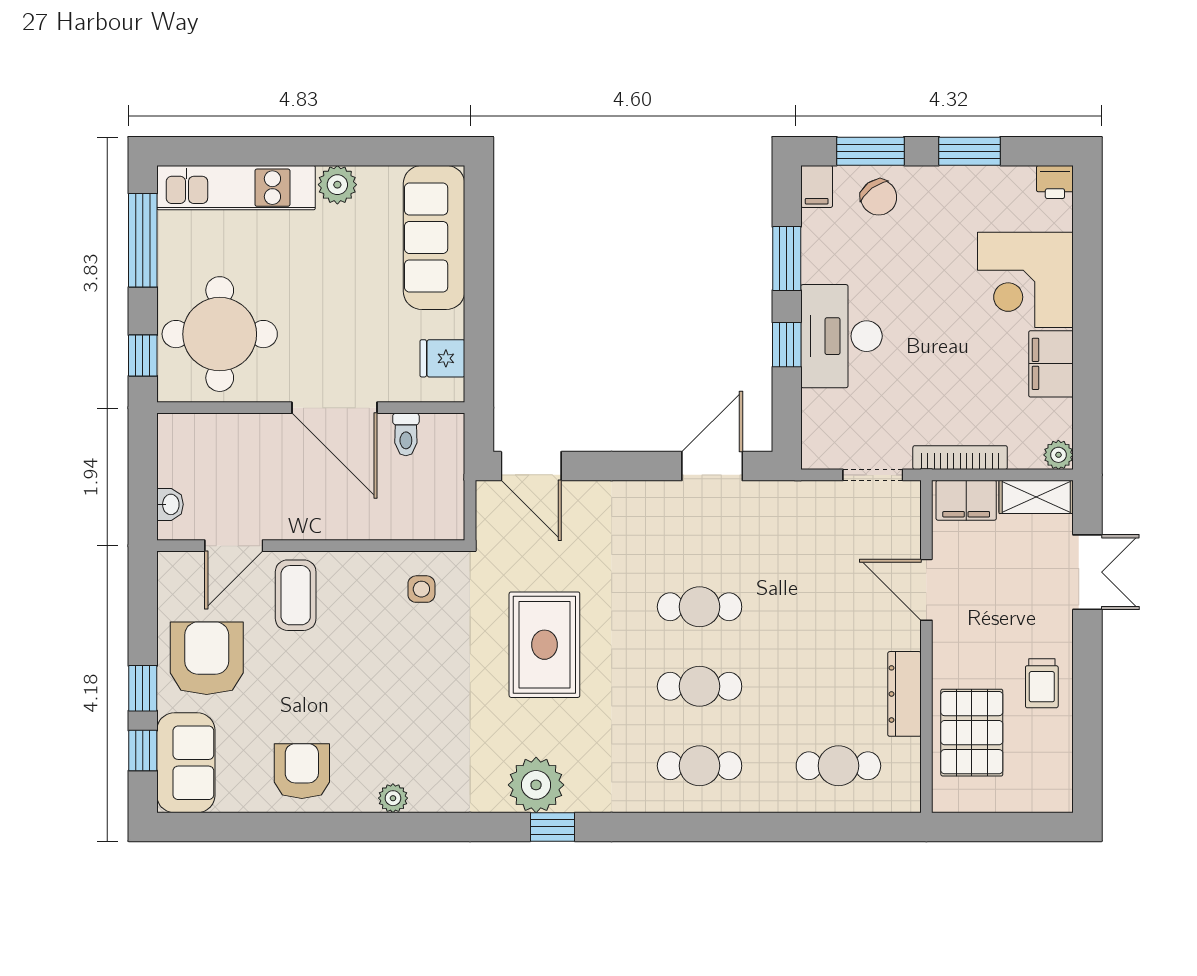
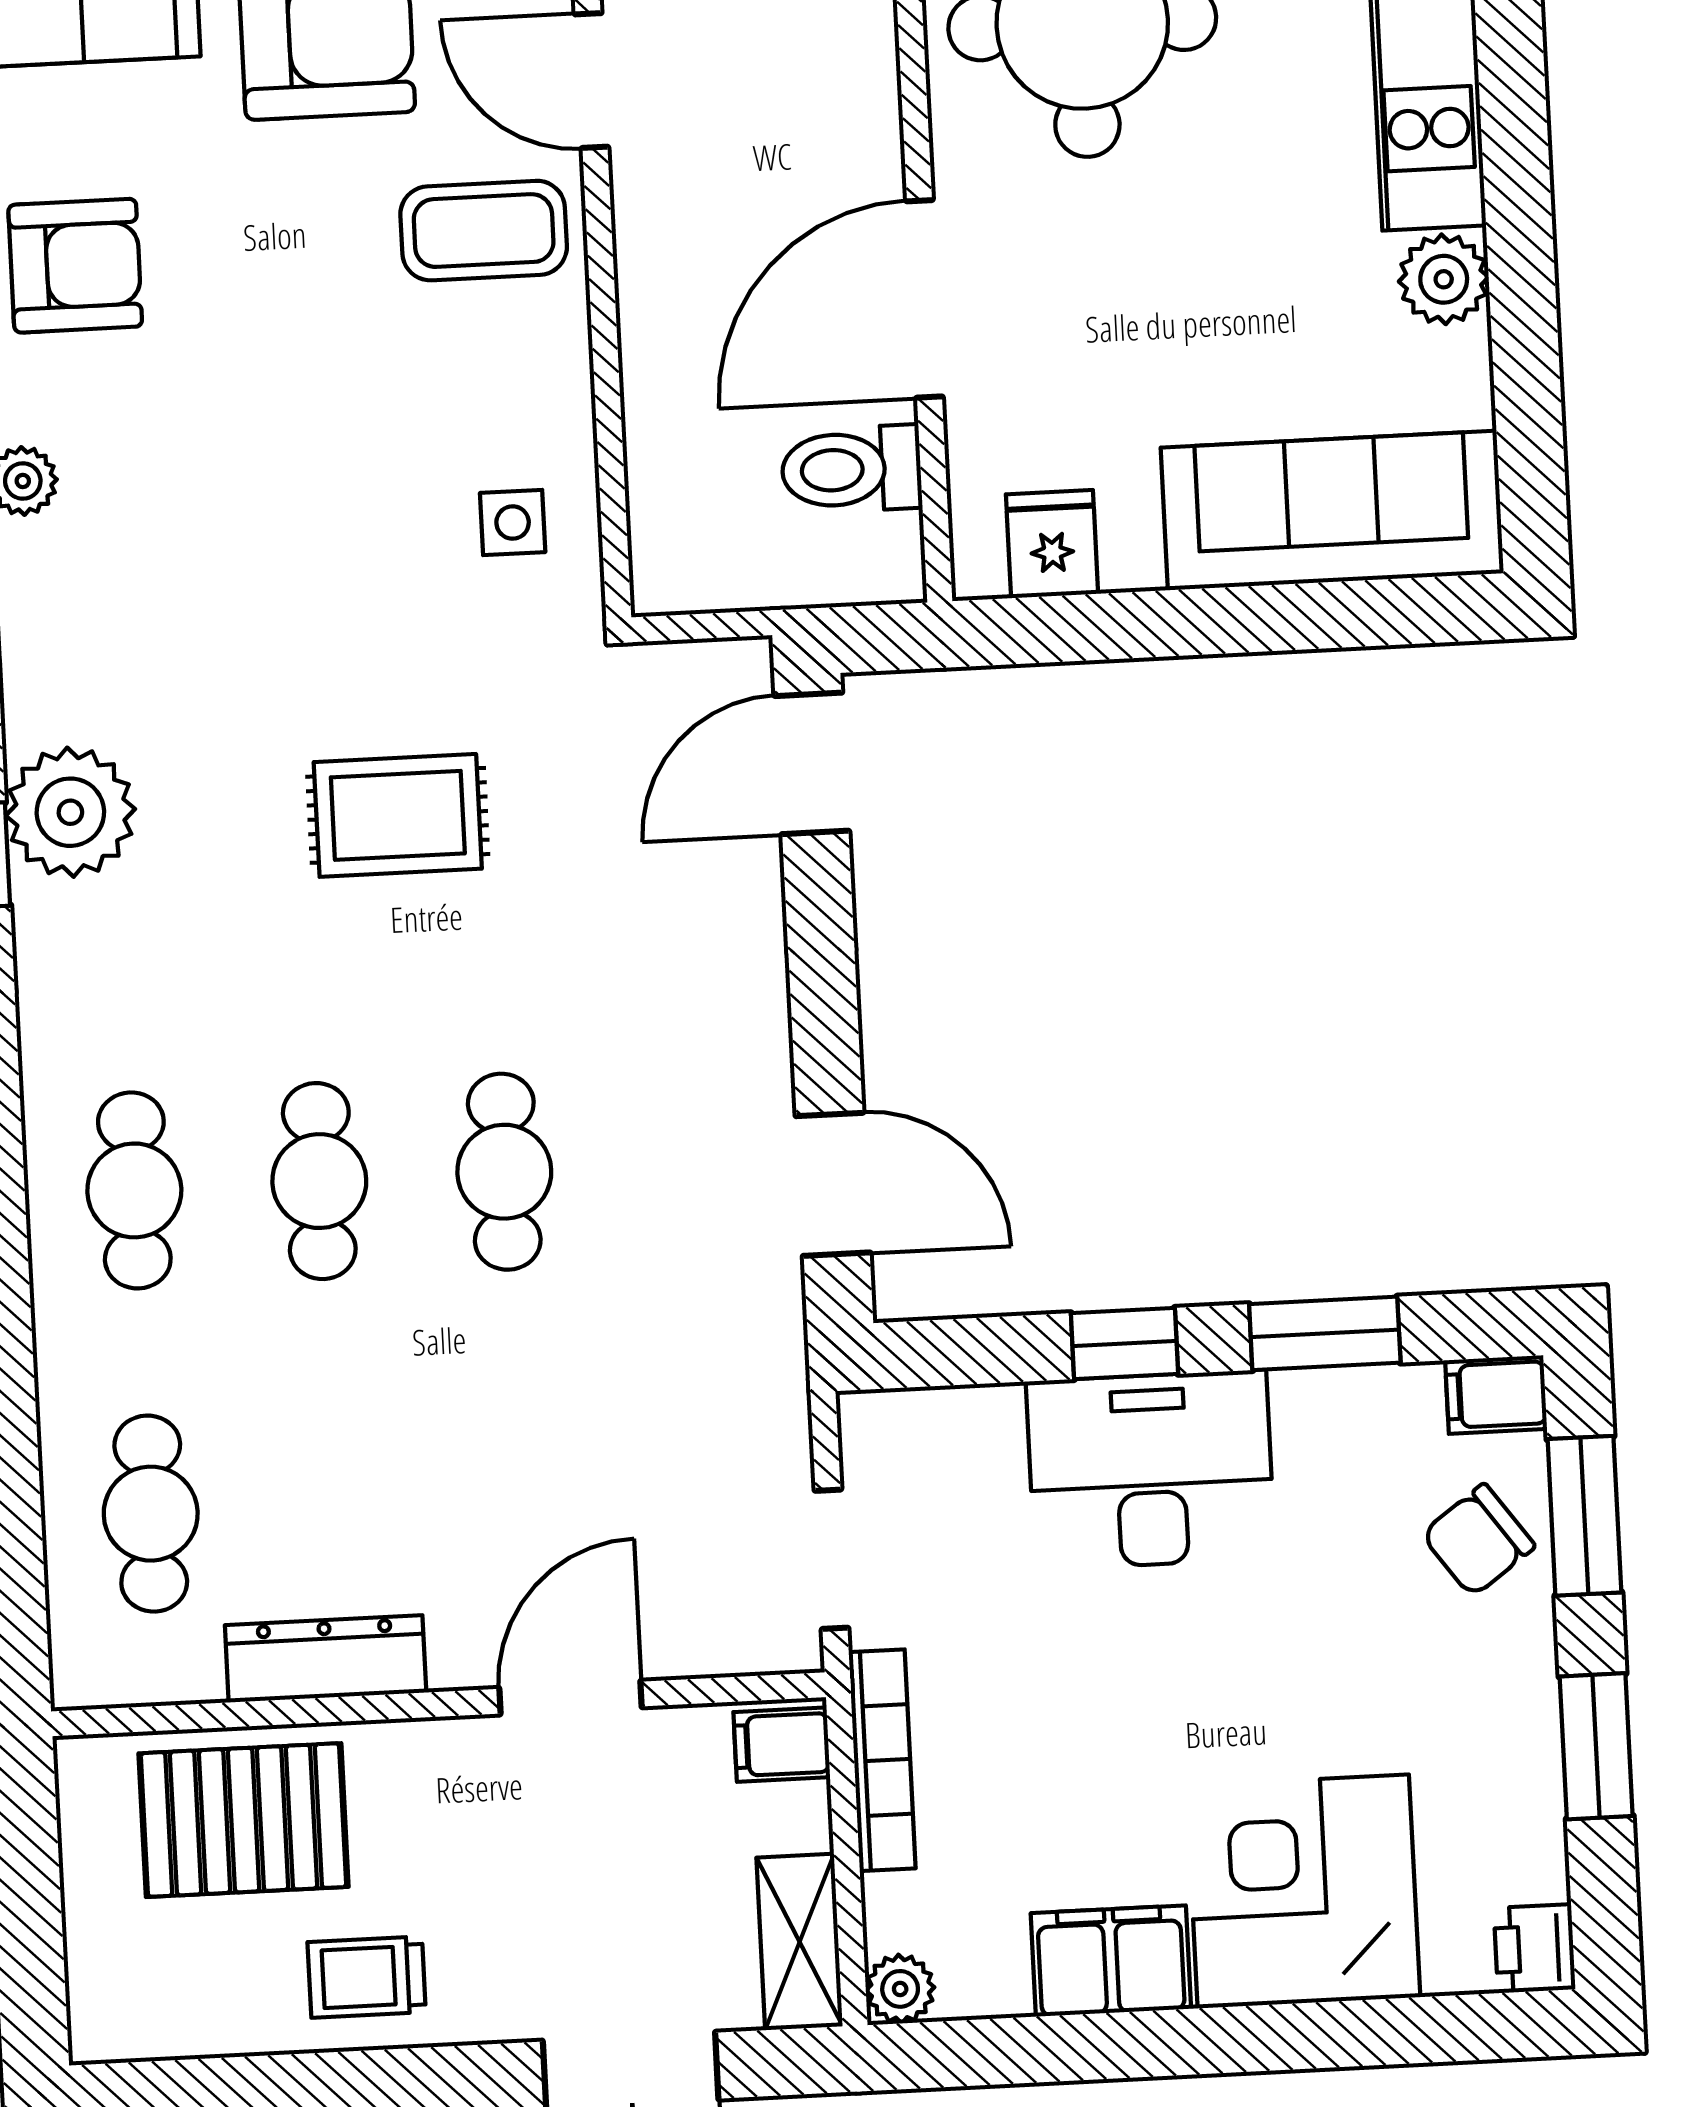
toilet: (406, 434) -> (852, 469), width x1.37, depth x1.39
filing cabinet: (966, 500) -> (782, 1745), width x0.50
rug: (544, 645) -> (398, 815), width x0.73, depth x0.70

